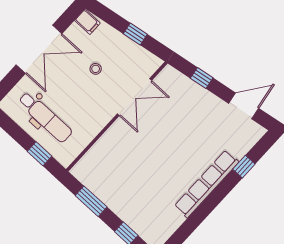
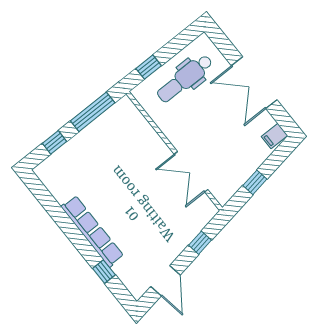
stool: (96, 69) -> (226, 137), removed
window: (91, 201) -> (93, 112), width x1.44

